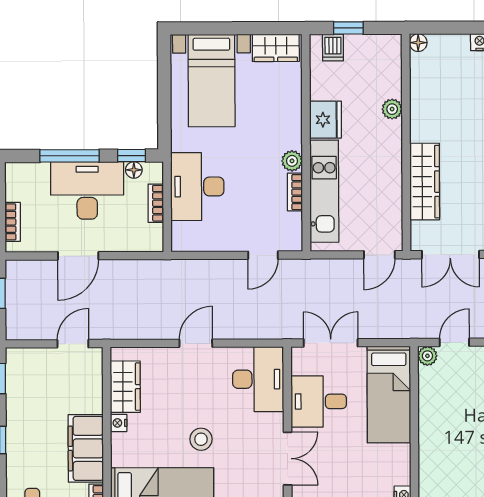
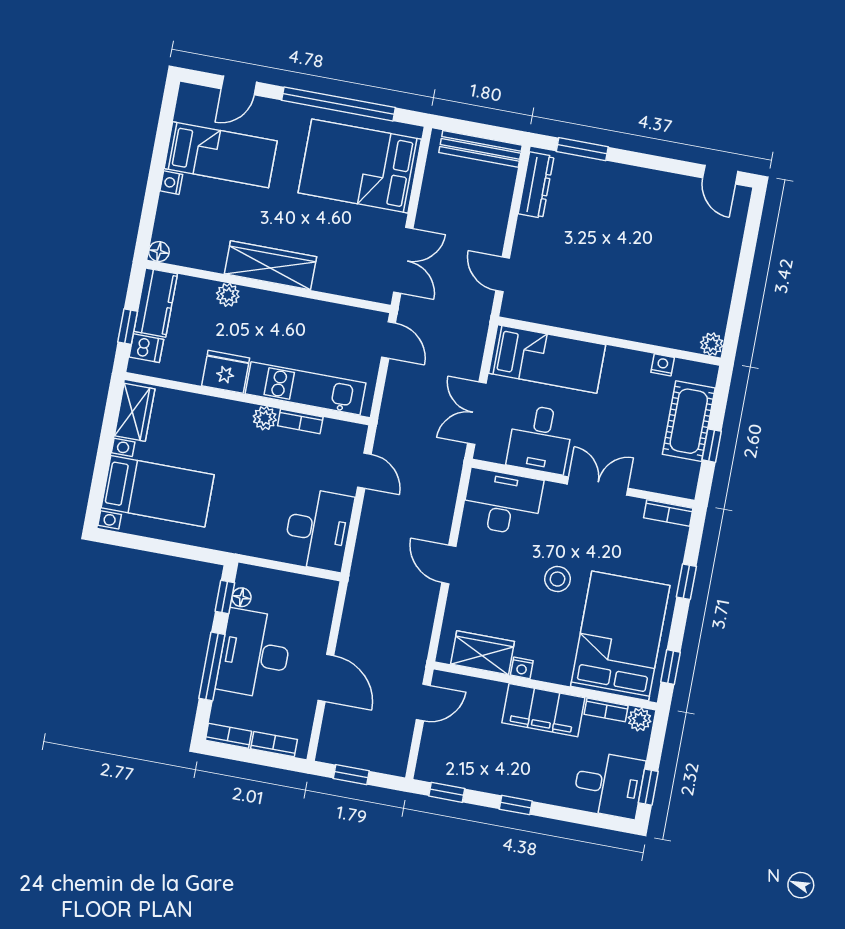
kitchen counter: (374, 48) -> (156, 303), added
wardrobe: (425, 182) -> (270, 265), moved
desk: (197, 187) -> (318, 529), moved, turned -90
bookcase: (156, 203) -> (228, 736), moved, turned 180
door: (73, 344) -> (423, 702), swing flipped
plant: (427, 356) -> (512, 307), removed

